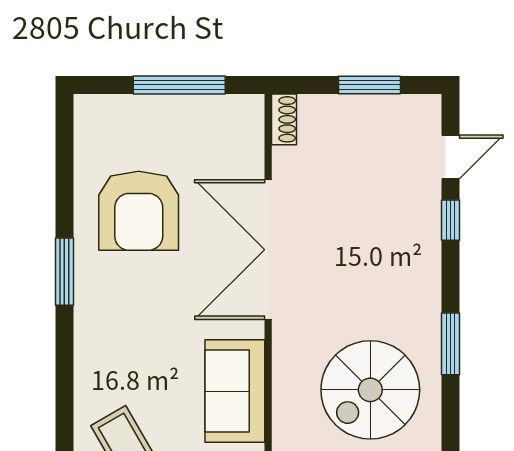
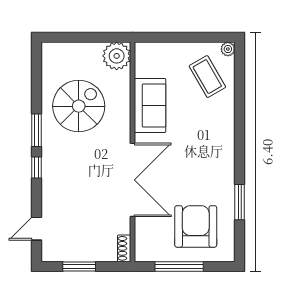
armchair: (139, 211) -> (196, 226), moved
window: (450, 220) -> (37, 168), moved
window: (64, 272) -> (240, 202), moved

